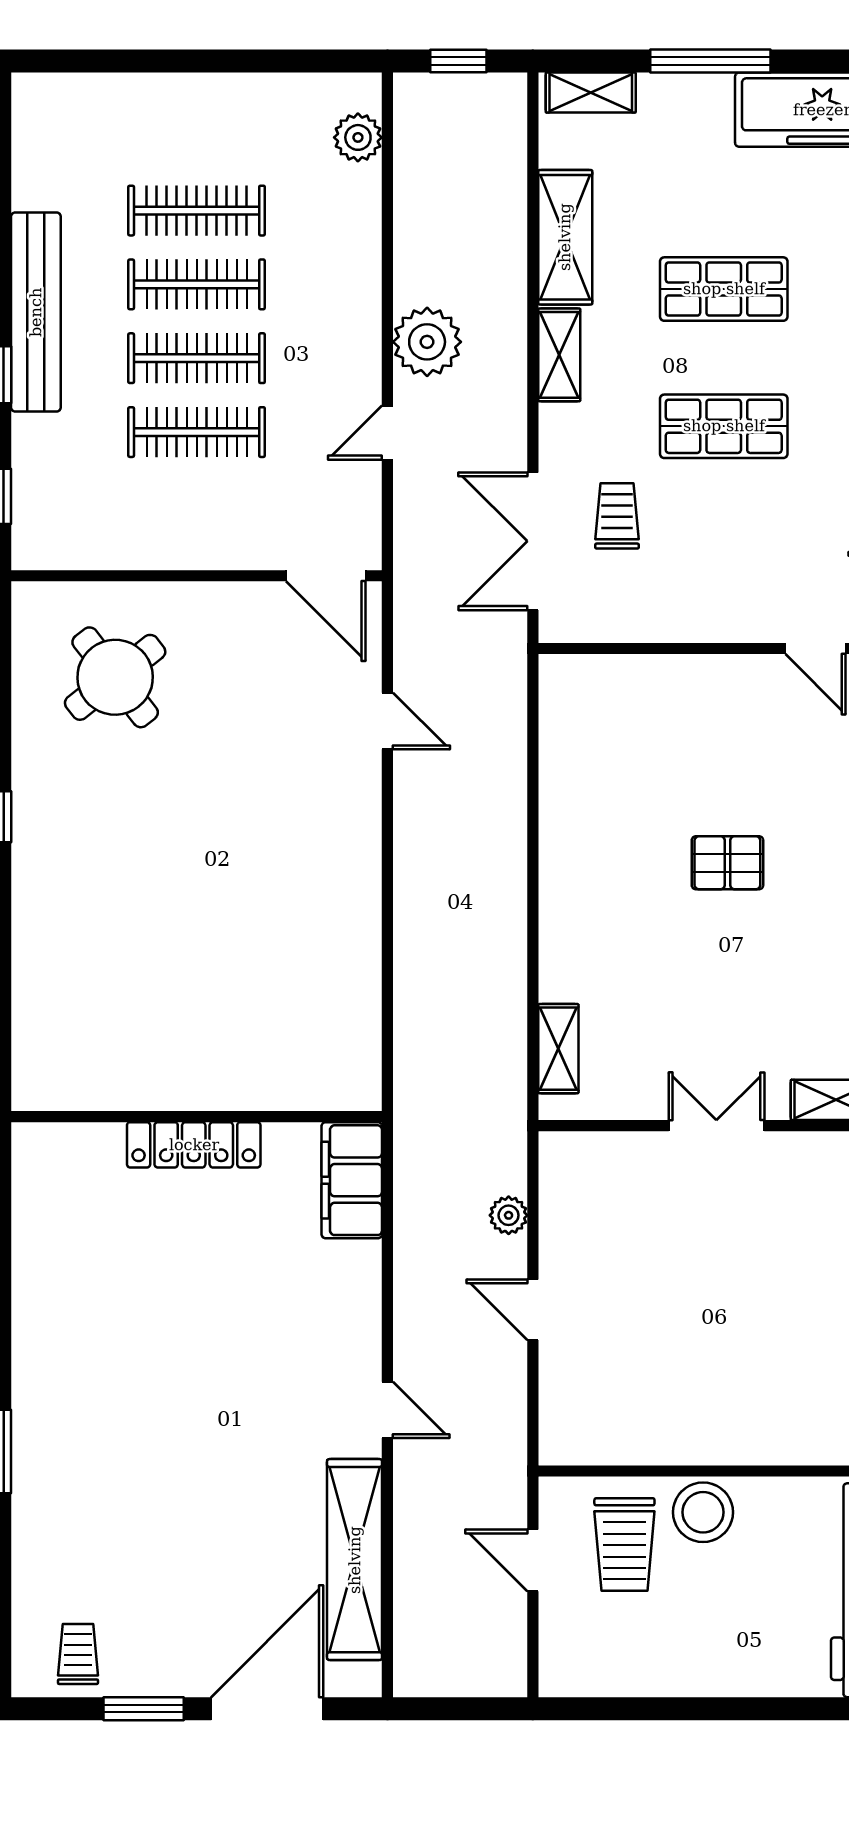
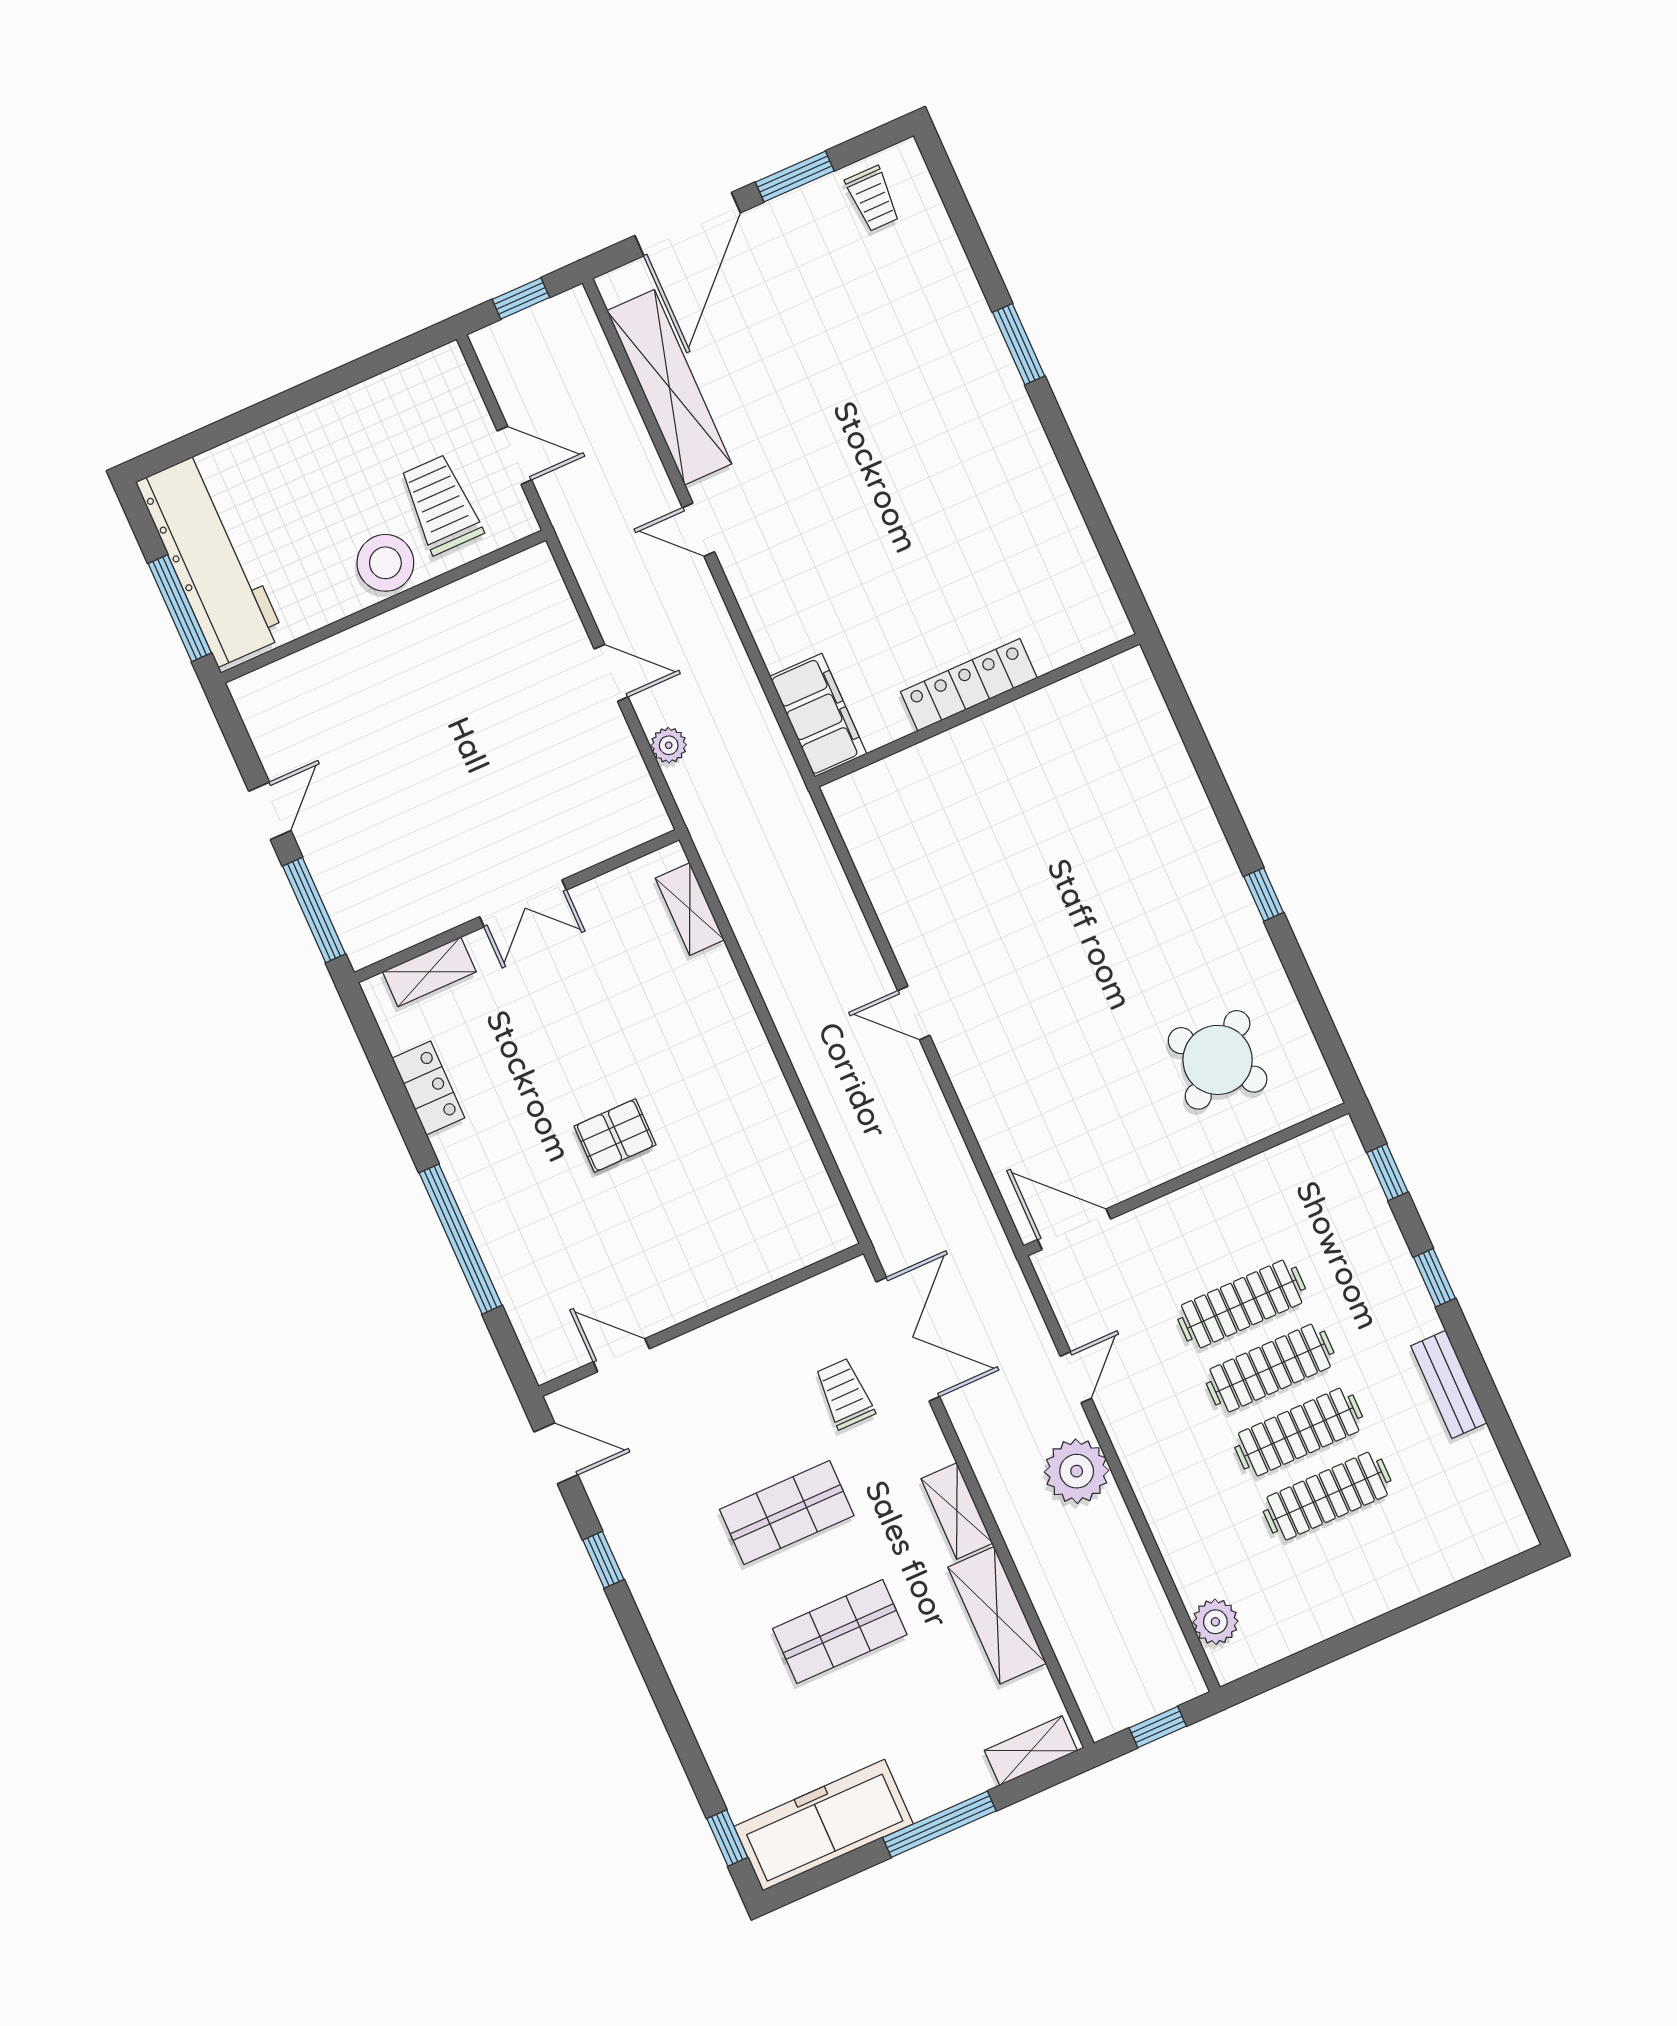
bench: (36, 312) -> (1449, 1384), width x0.54, depth x0.82
trolley: (617, 516) -> (845, 1394), turned 180
door: (387, 721) -> (914, 1013), moved
window: (459, 1709) -> (521, 298), added

